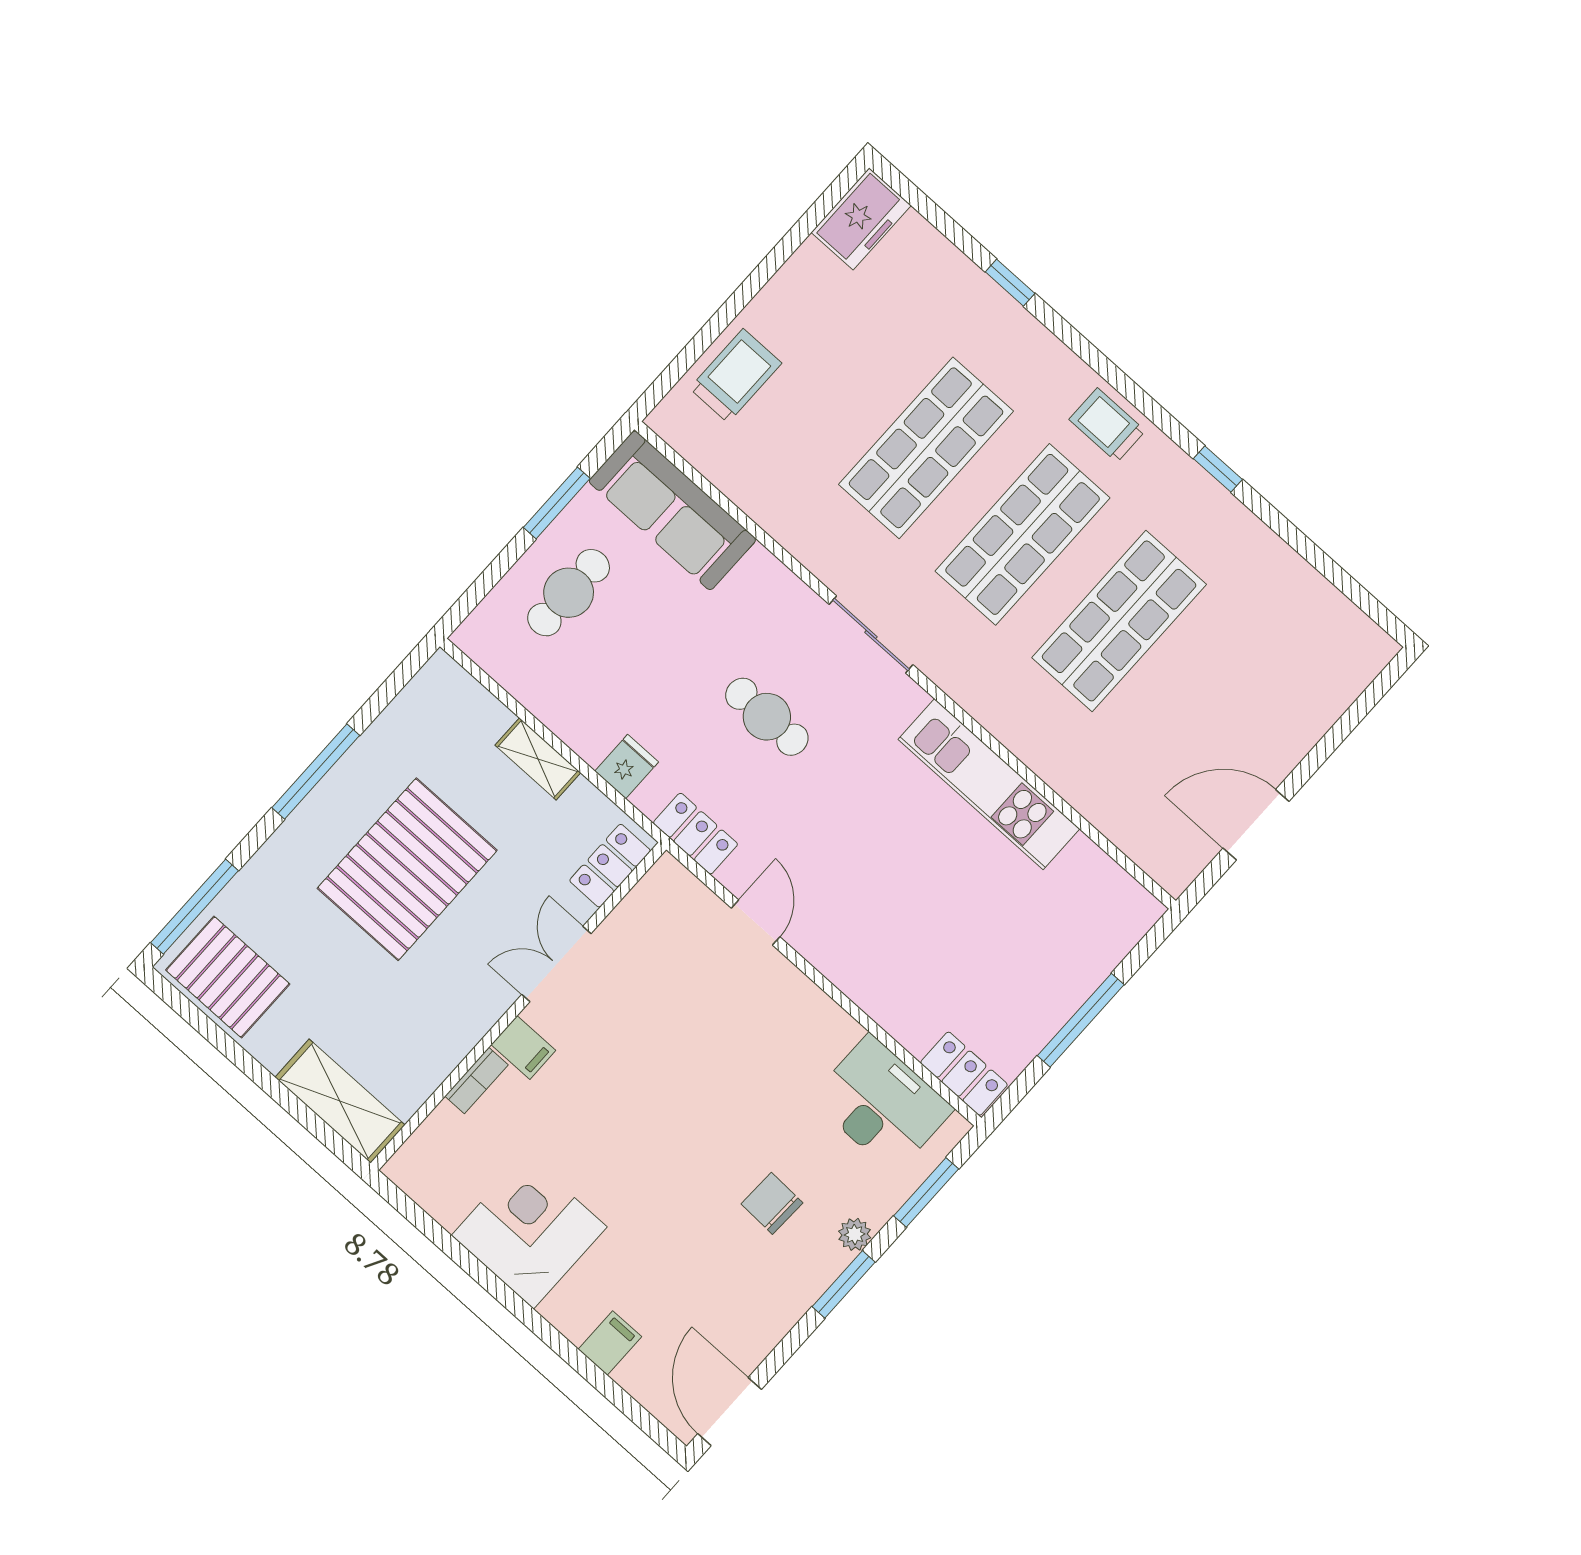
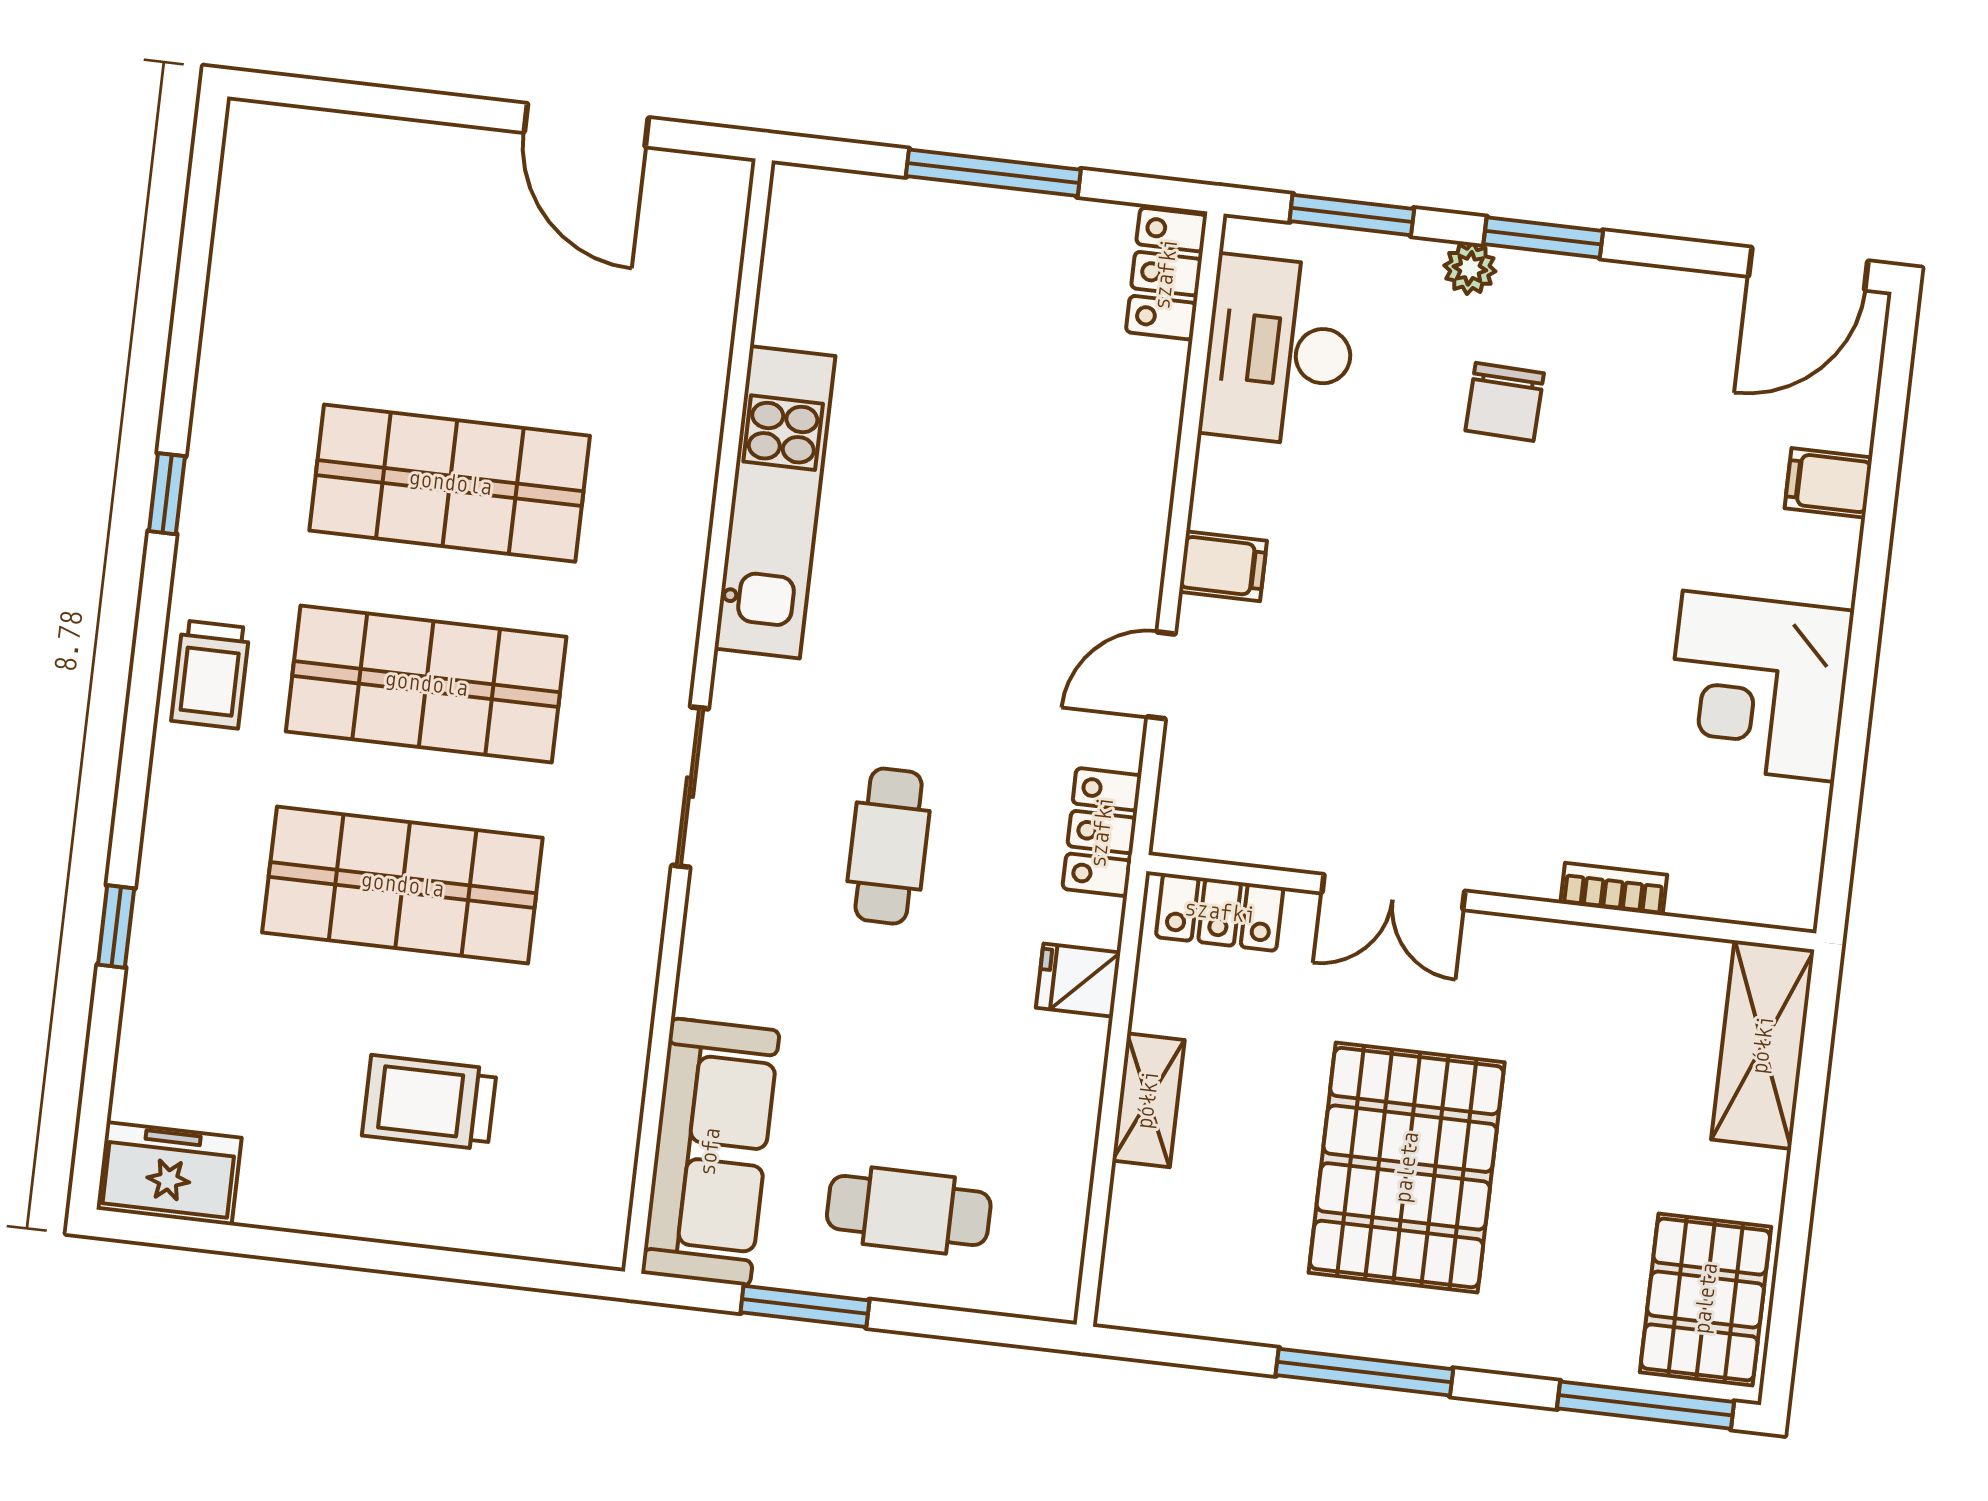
trolley: (736, 376) -> (429, 1102), moved
pallet: (407, 869) -> (1407, 1168), turned 90
filing cabinet: (523, 1048) -> (1223, 566), moved, turned 90

